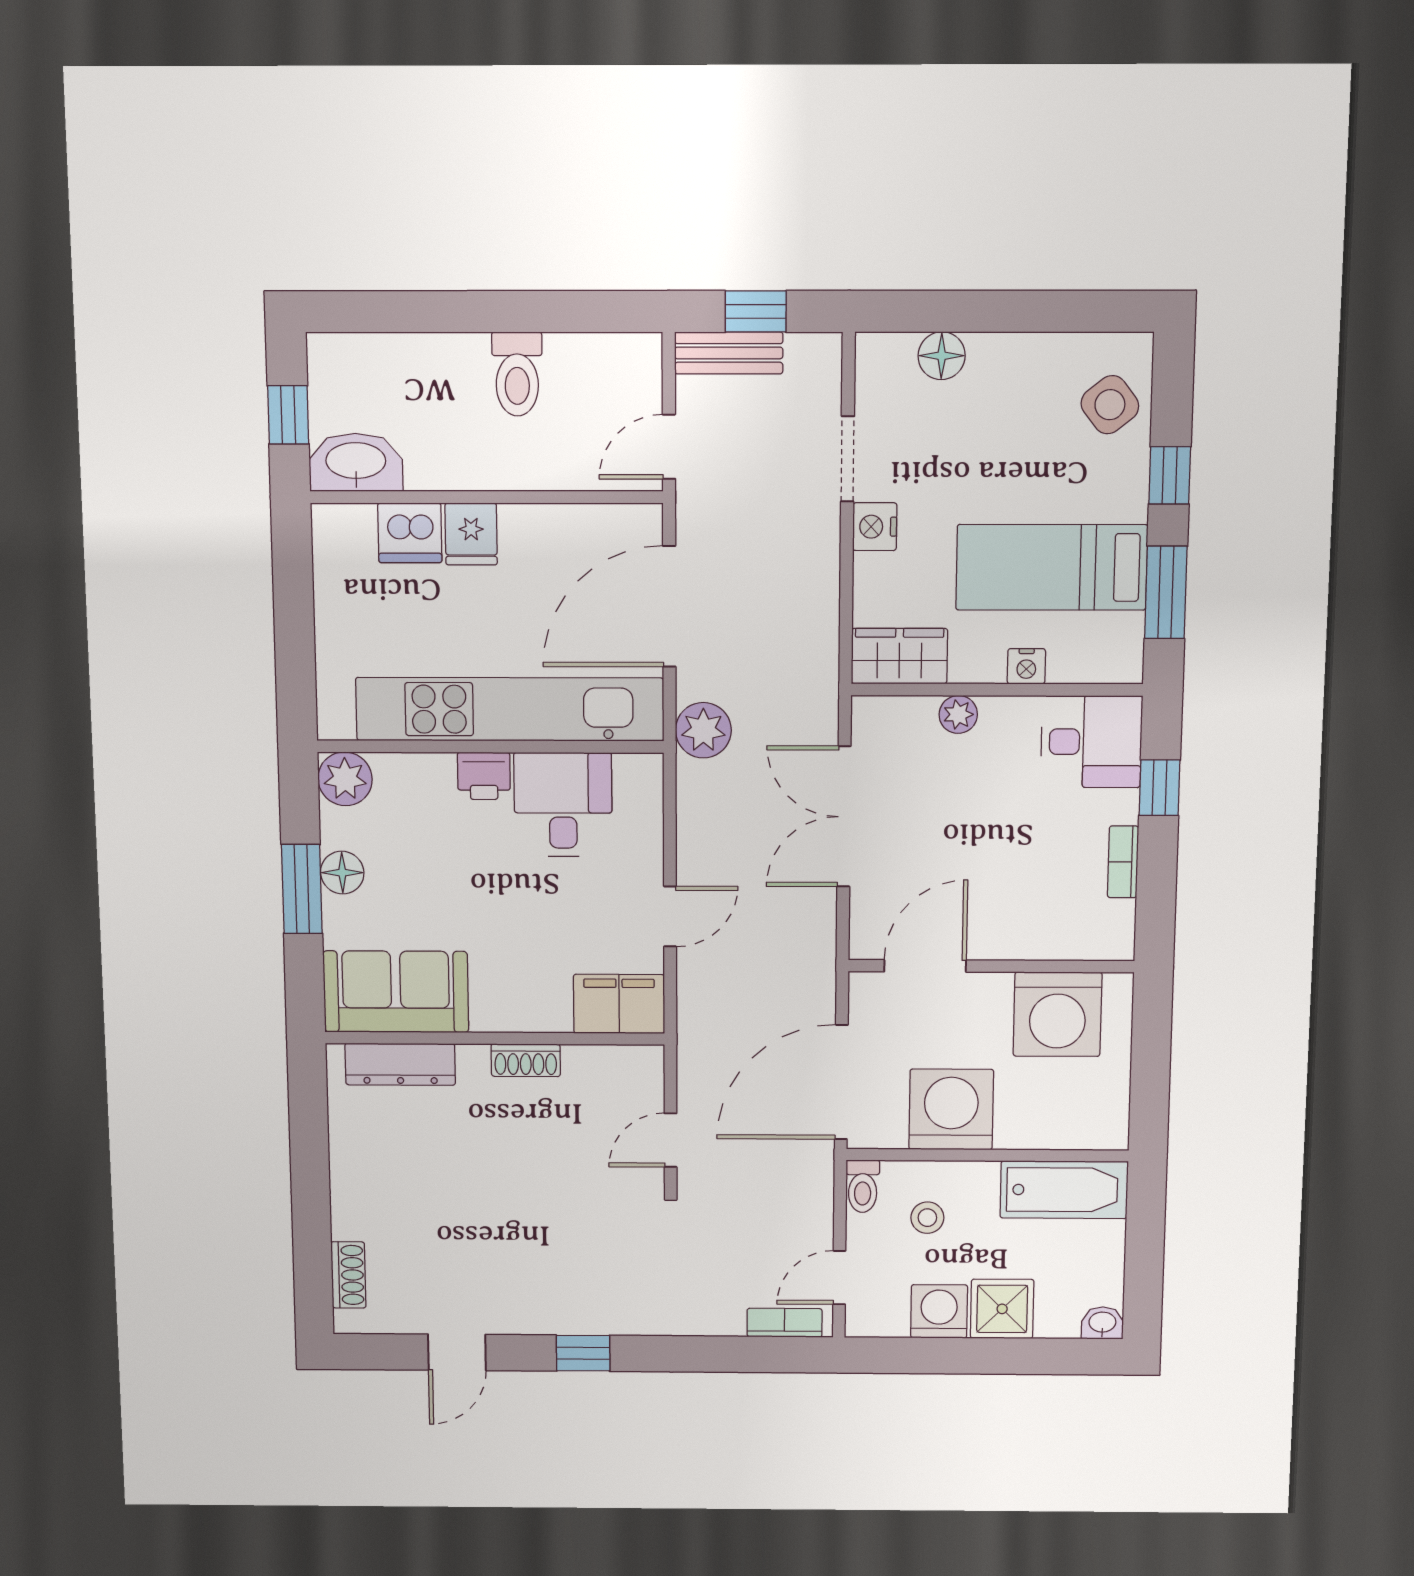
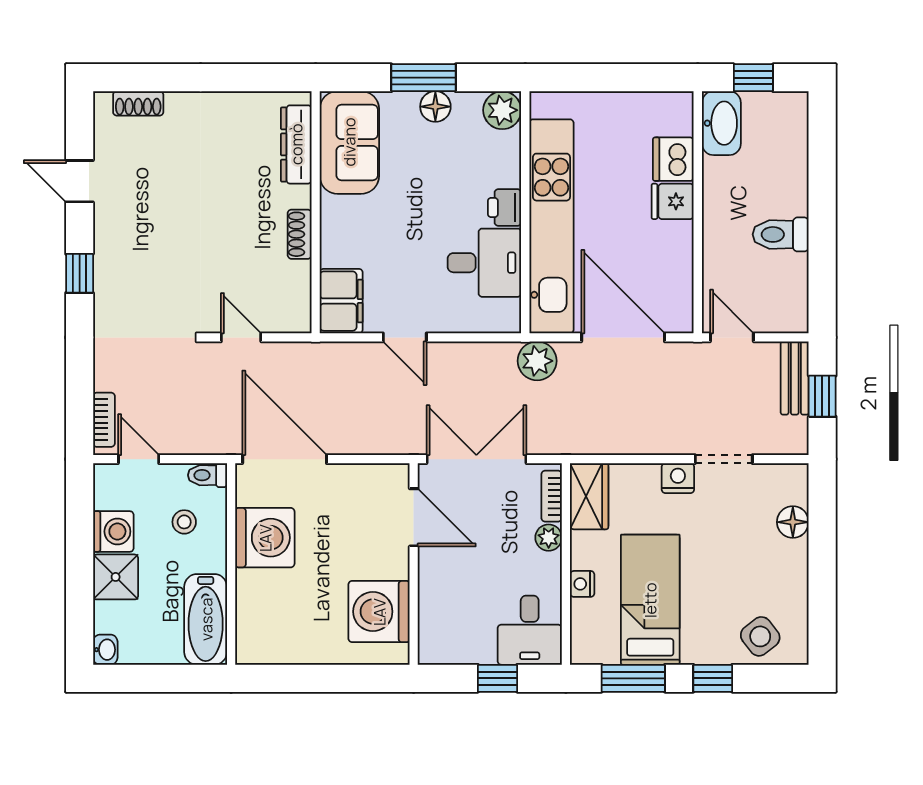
bookcase: (1123, 862) -> (552, 496), moved, turned -90
door: (925, 966) -> (414, 517), moved
wall: (991, 966) -> (414, 564), moved
washing machine: (1057, 1014) -> (379, 612), moved

